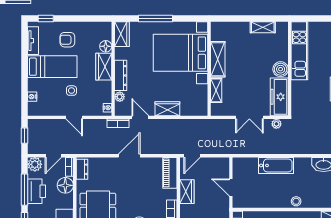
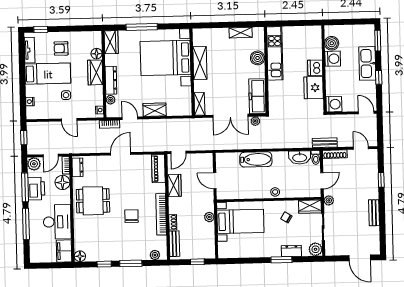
boiler: (281, 69) -> (258, 58), moved
shelving: (216, 90) -> (199, 104), moved
double door: (249, 117) -> (230, 116), width x1.37

